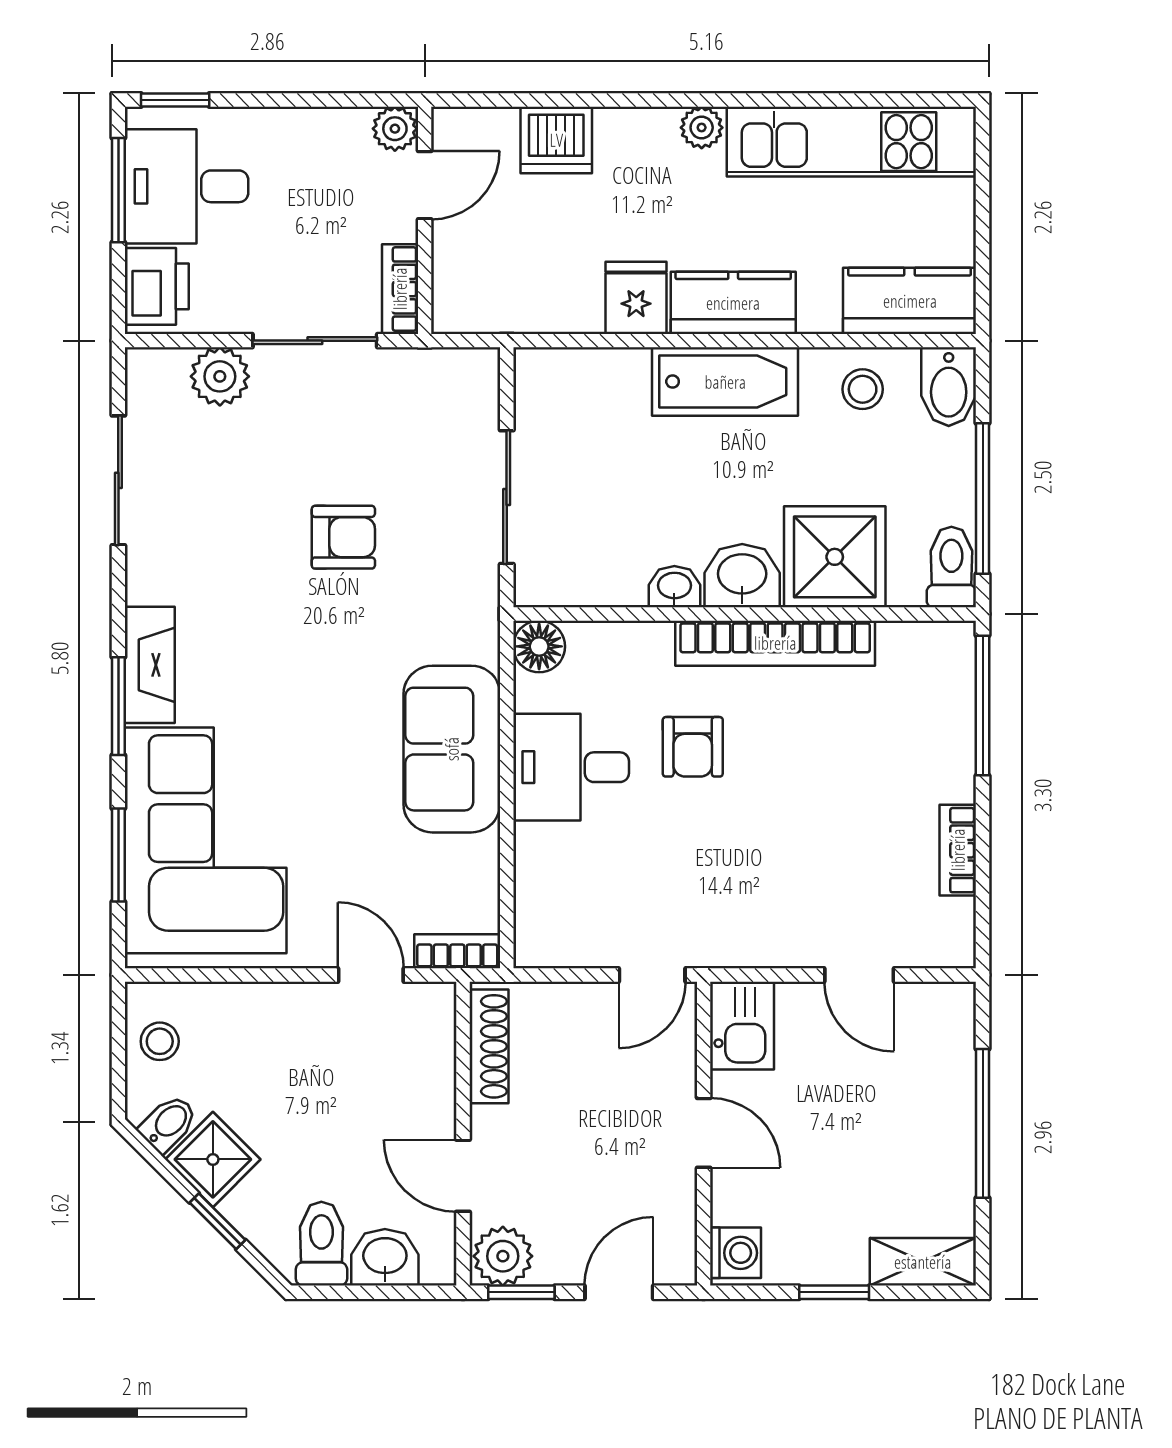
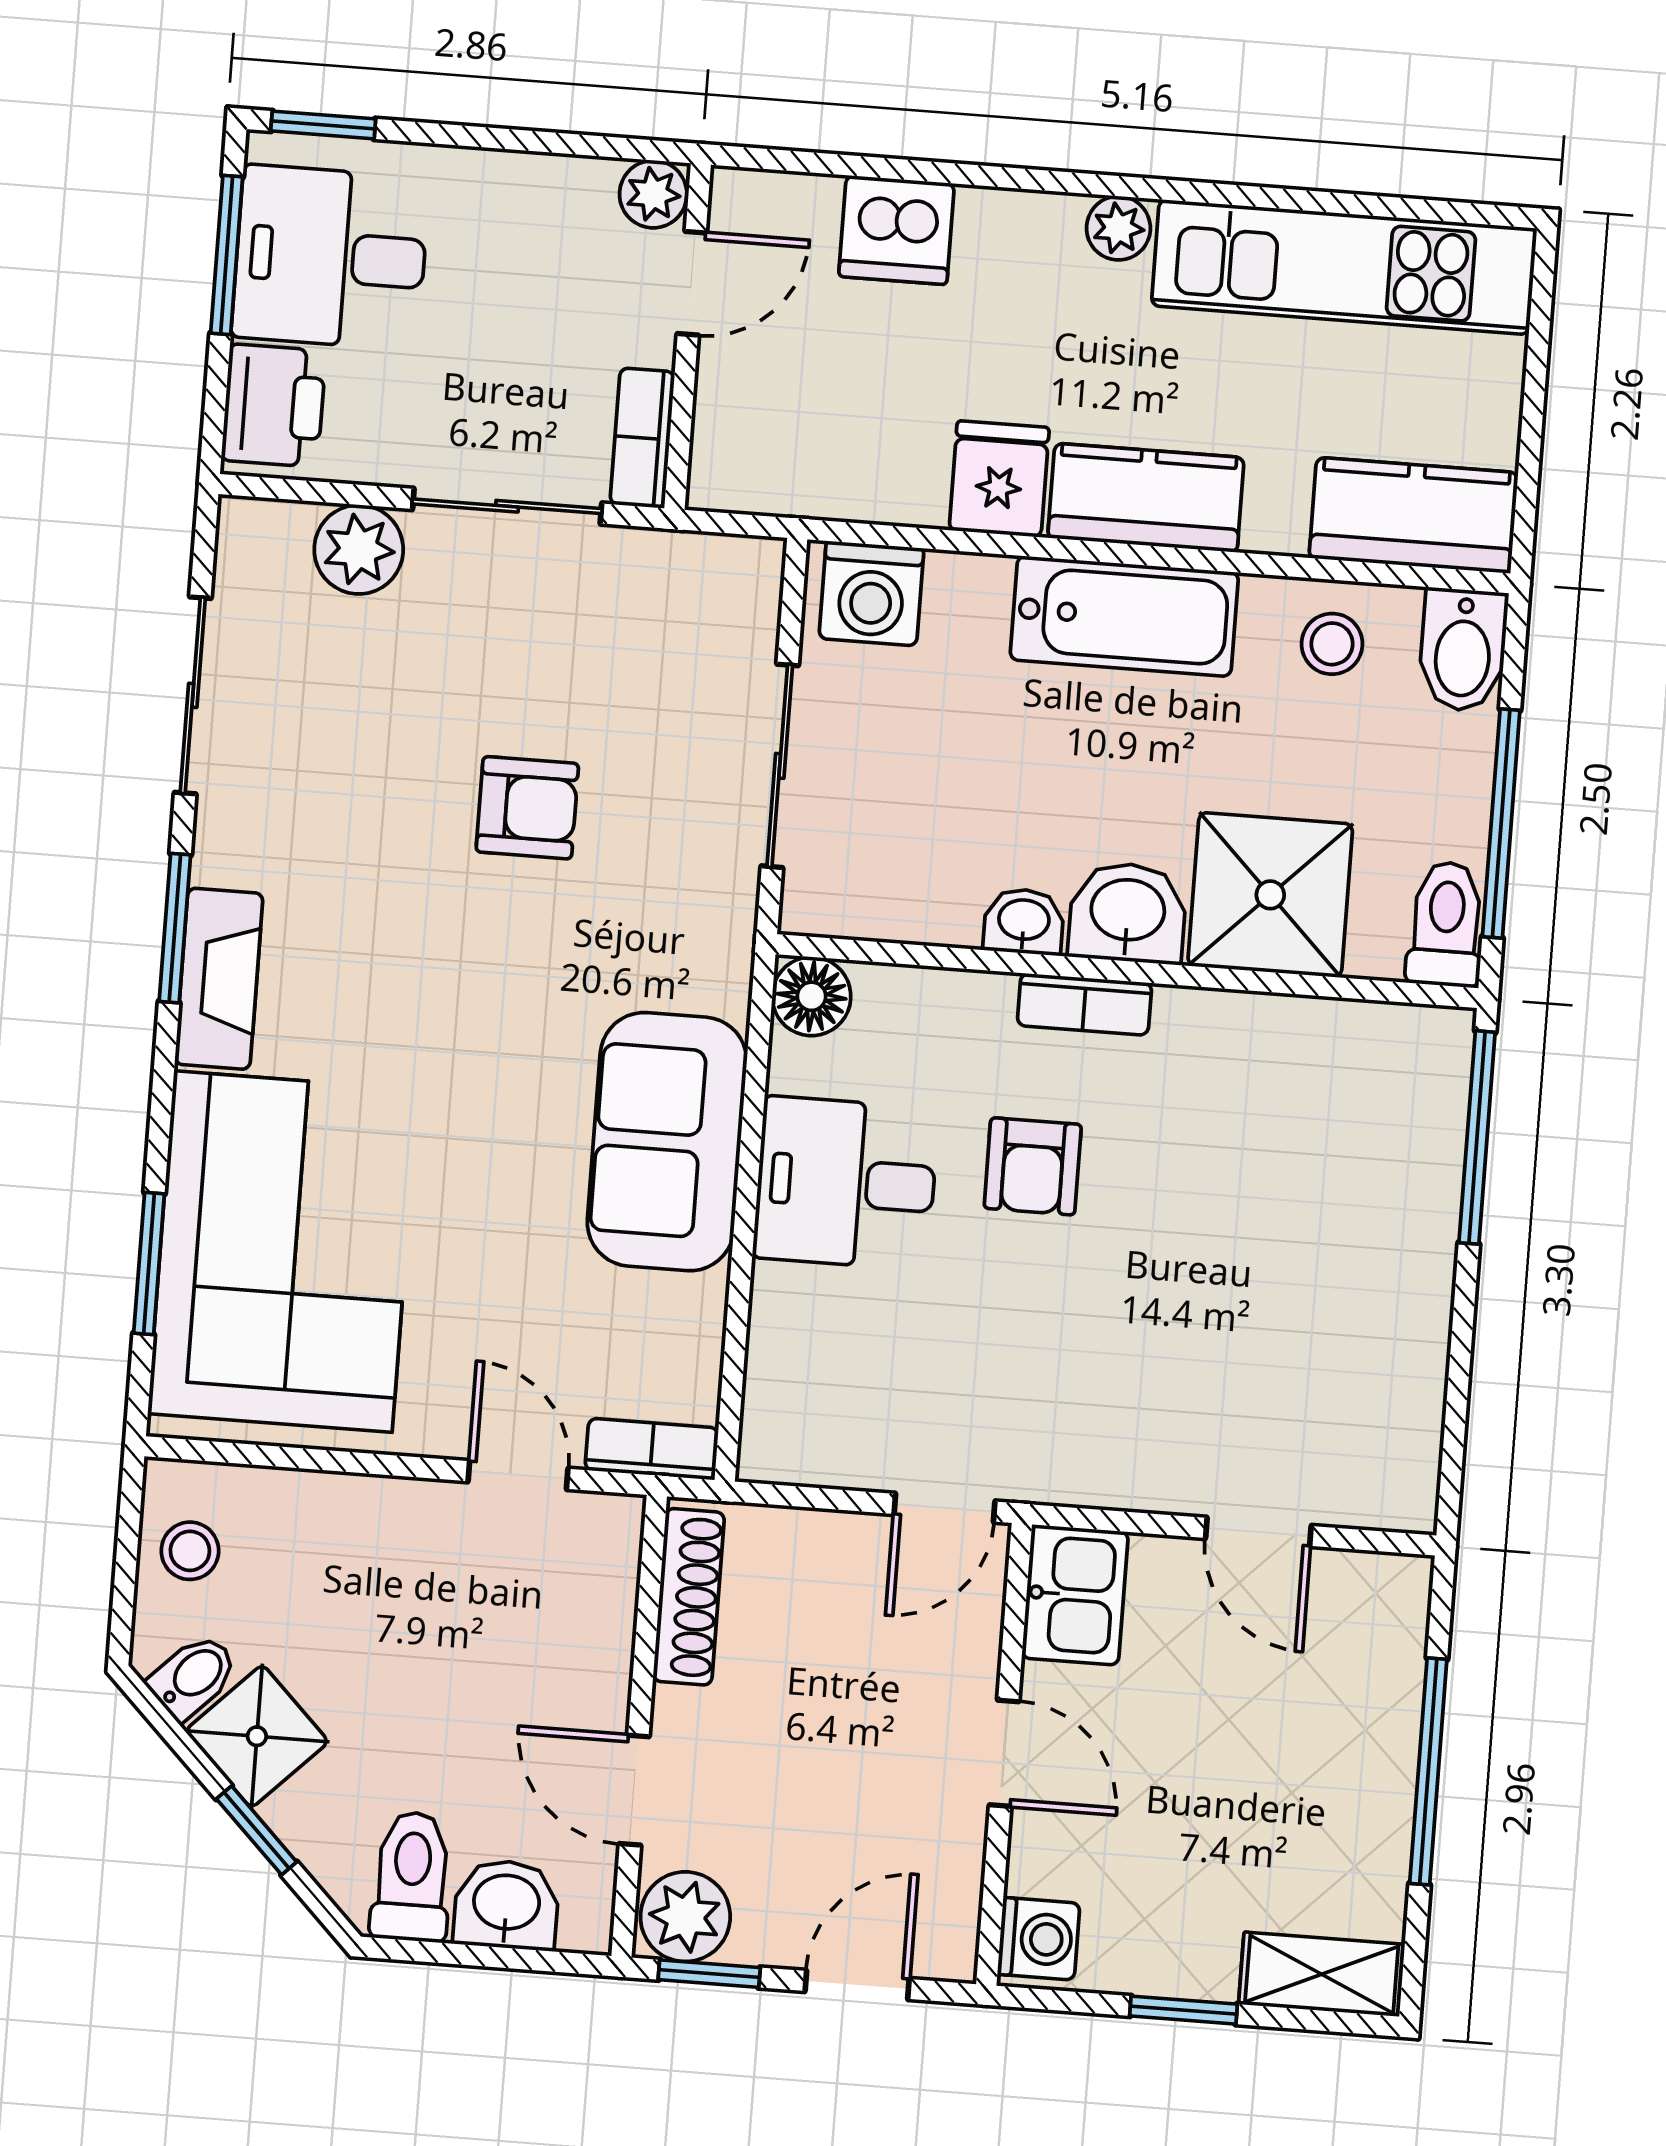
washing machine: (558, 379) -> (871, 593), added
bookcase: (775, 643) -> (1084, 1004), width x0.43, depth x0.76
window: (118, 706) -> (175, 928), moved
bookcase: (958, 850) -> (1423, 1354), removed

